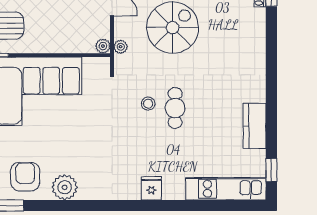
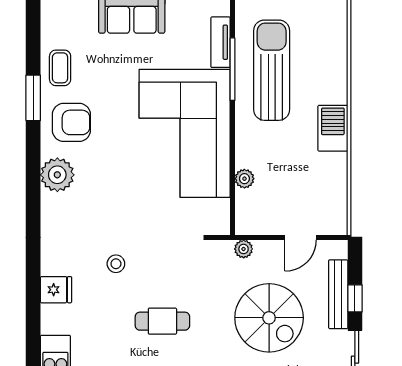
plant: (103, 46) -> (244, 179), moved
stool: (148, 104) -> (116, 264), moved

